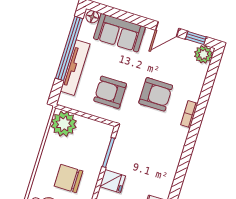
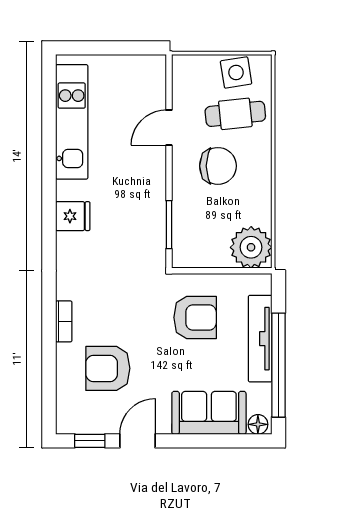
plant: (203, 54) -> (70, 419), removed
armchair: (156, 94) -> (108, 368), moved
fridge: (113, 181) -> (73, 216), moved, turned 180

